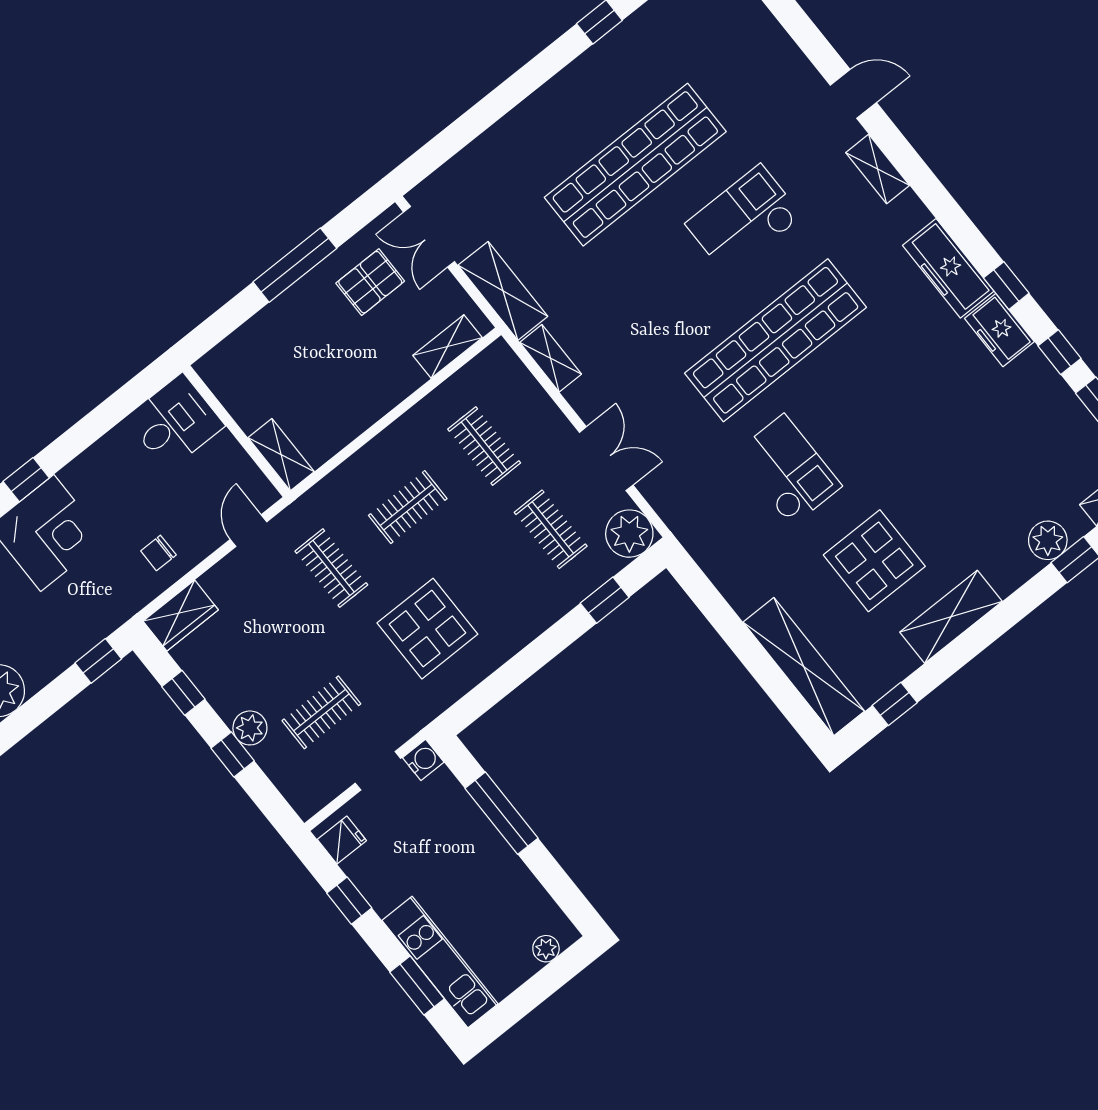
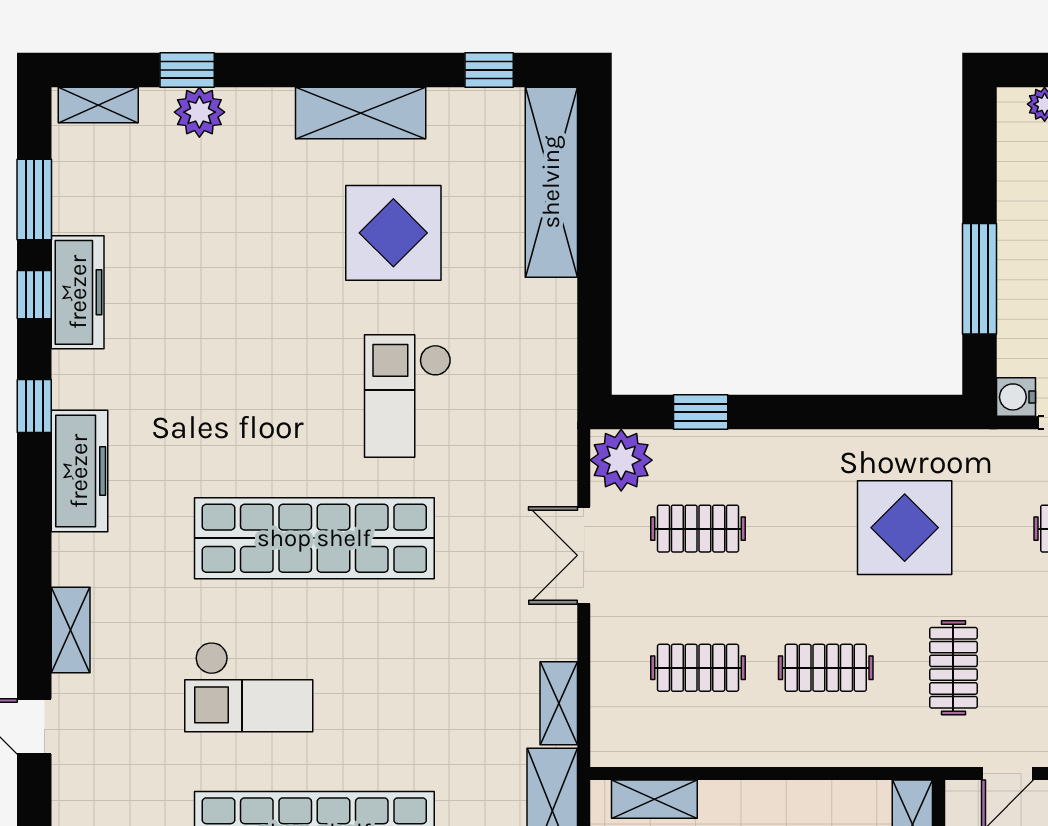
freezer: (999, 330) -> (78, 292), moved, width x1.40
clothes rail: (484, 446) -> (698, 668), turned 90
clothes rail: (551, 529) -> (698, 529), turned 90

